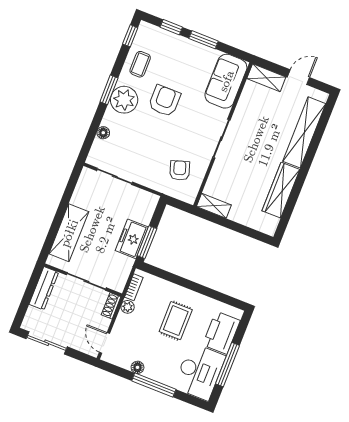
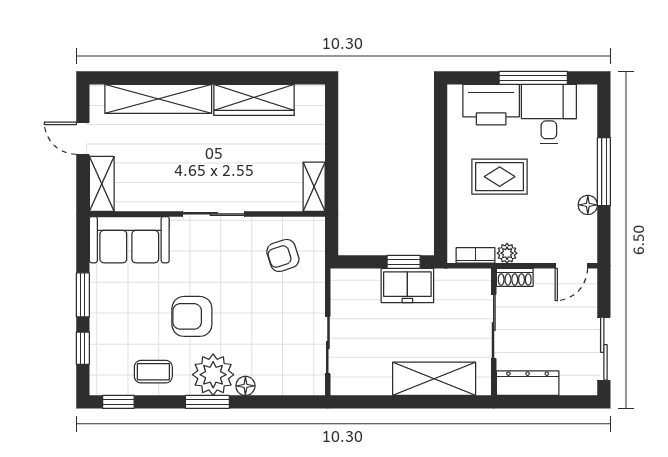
floor lamp: (103, 133) -> (245, 386), moved
window: (147, 242) -> (404, 262), width x0.67
desk: (200, 372) -> (549, 114), width x0.73

